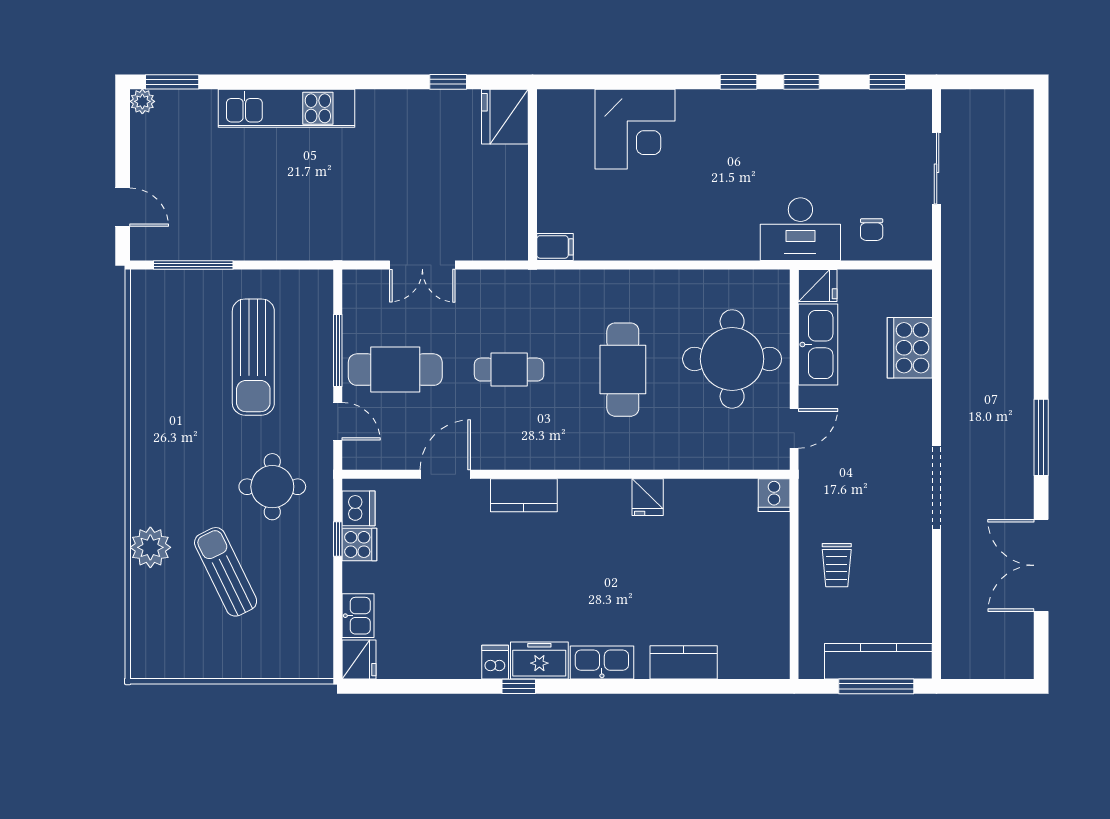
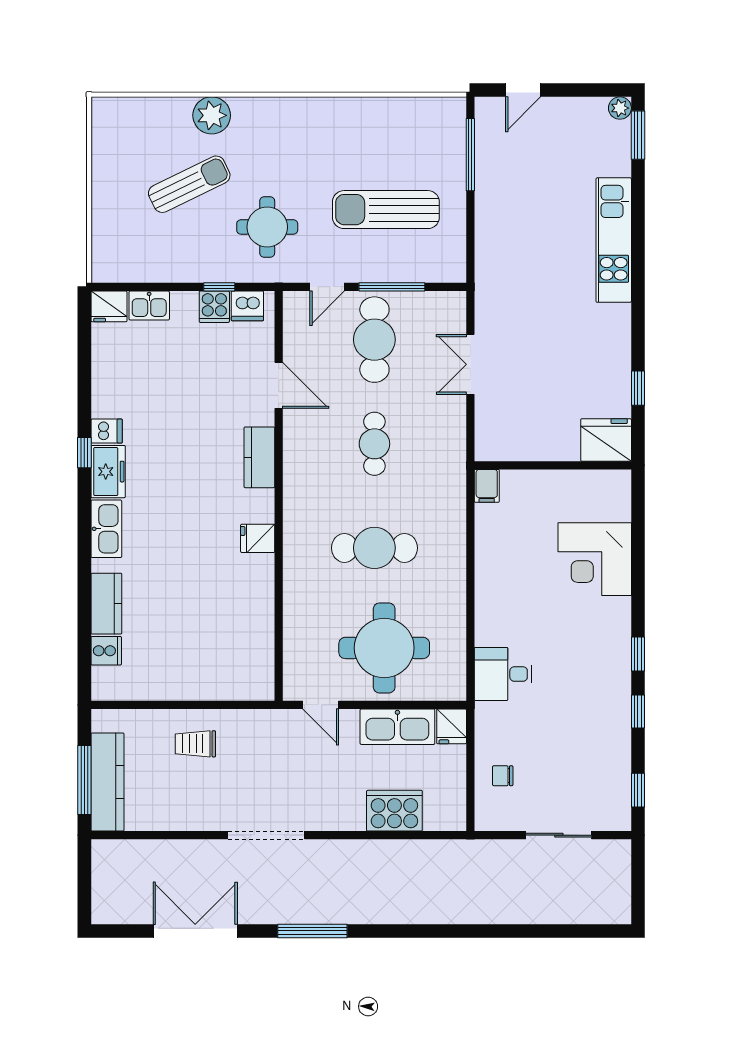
desk: (800, 229) -> (503, 674), moved, width x0.73
cooker: (774, 495) -> (106, 651), moved, turned 180
fridge: (648, 497) -> (258, 538), moved

